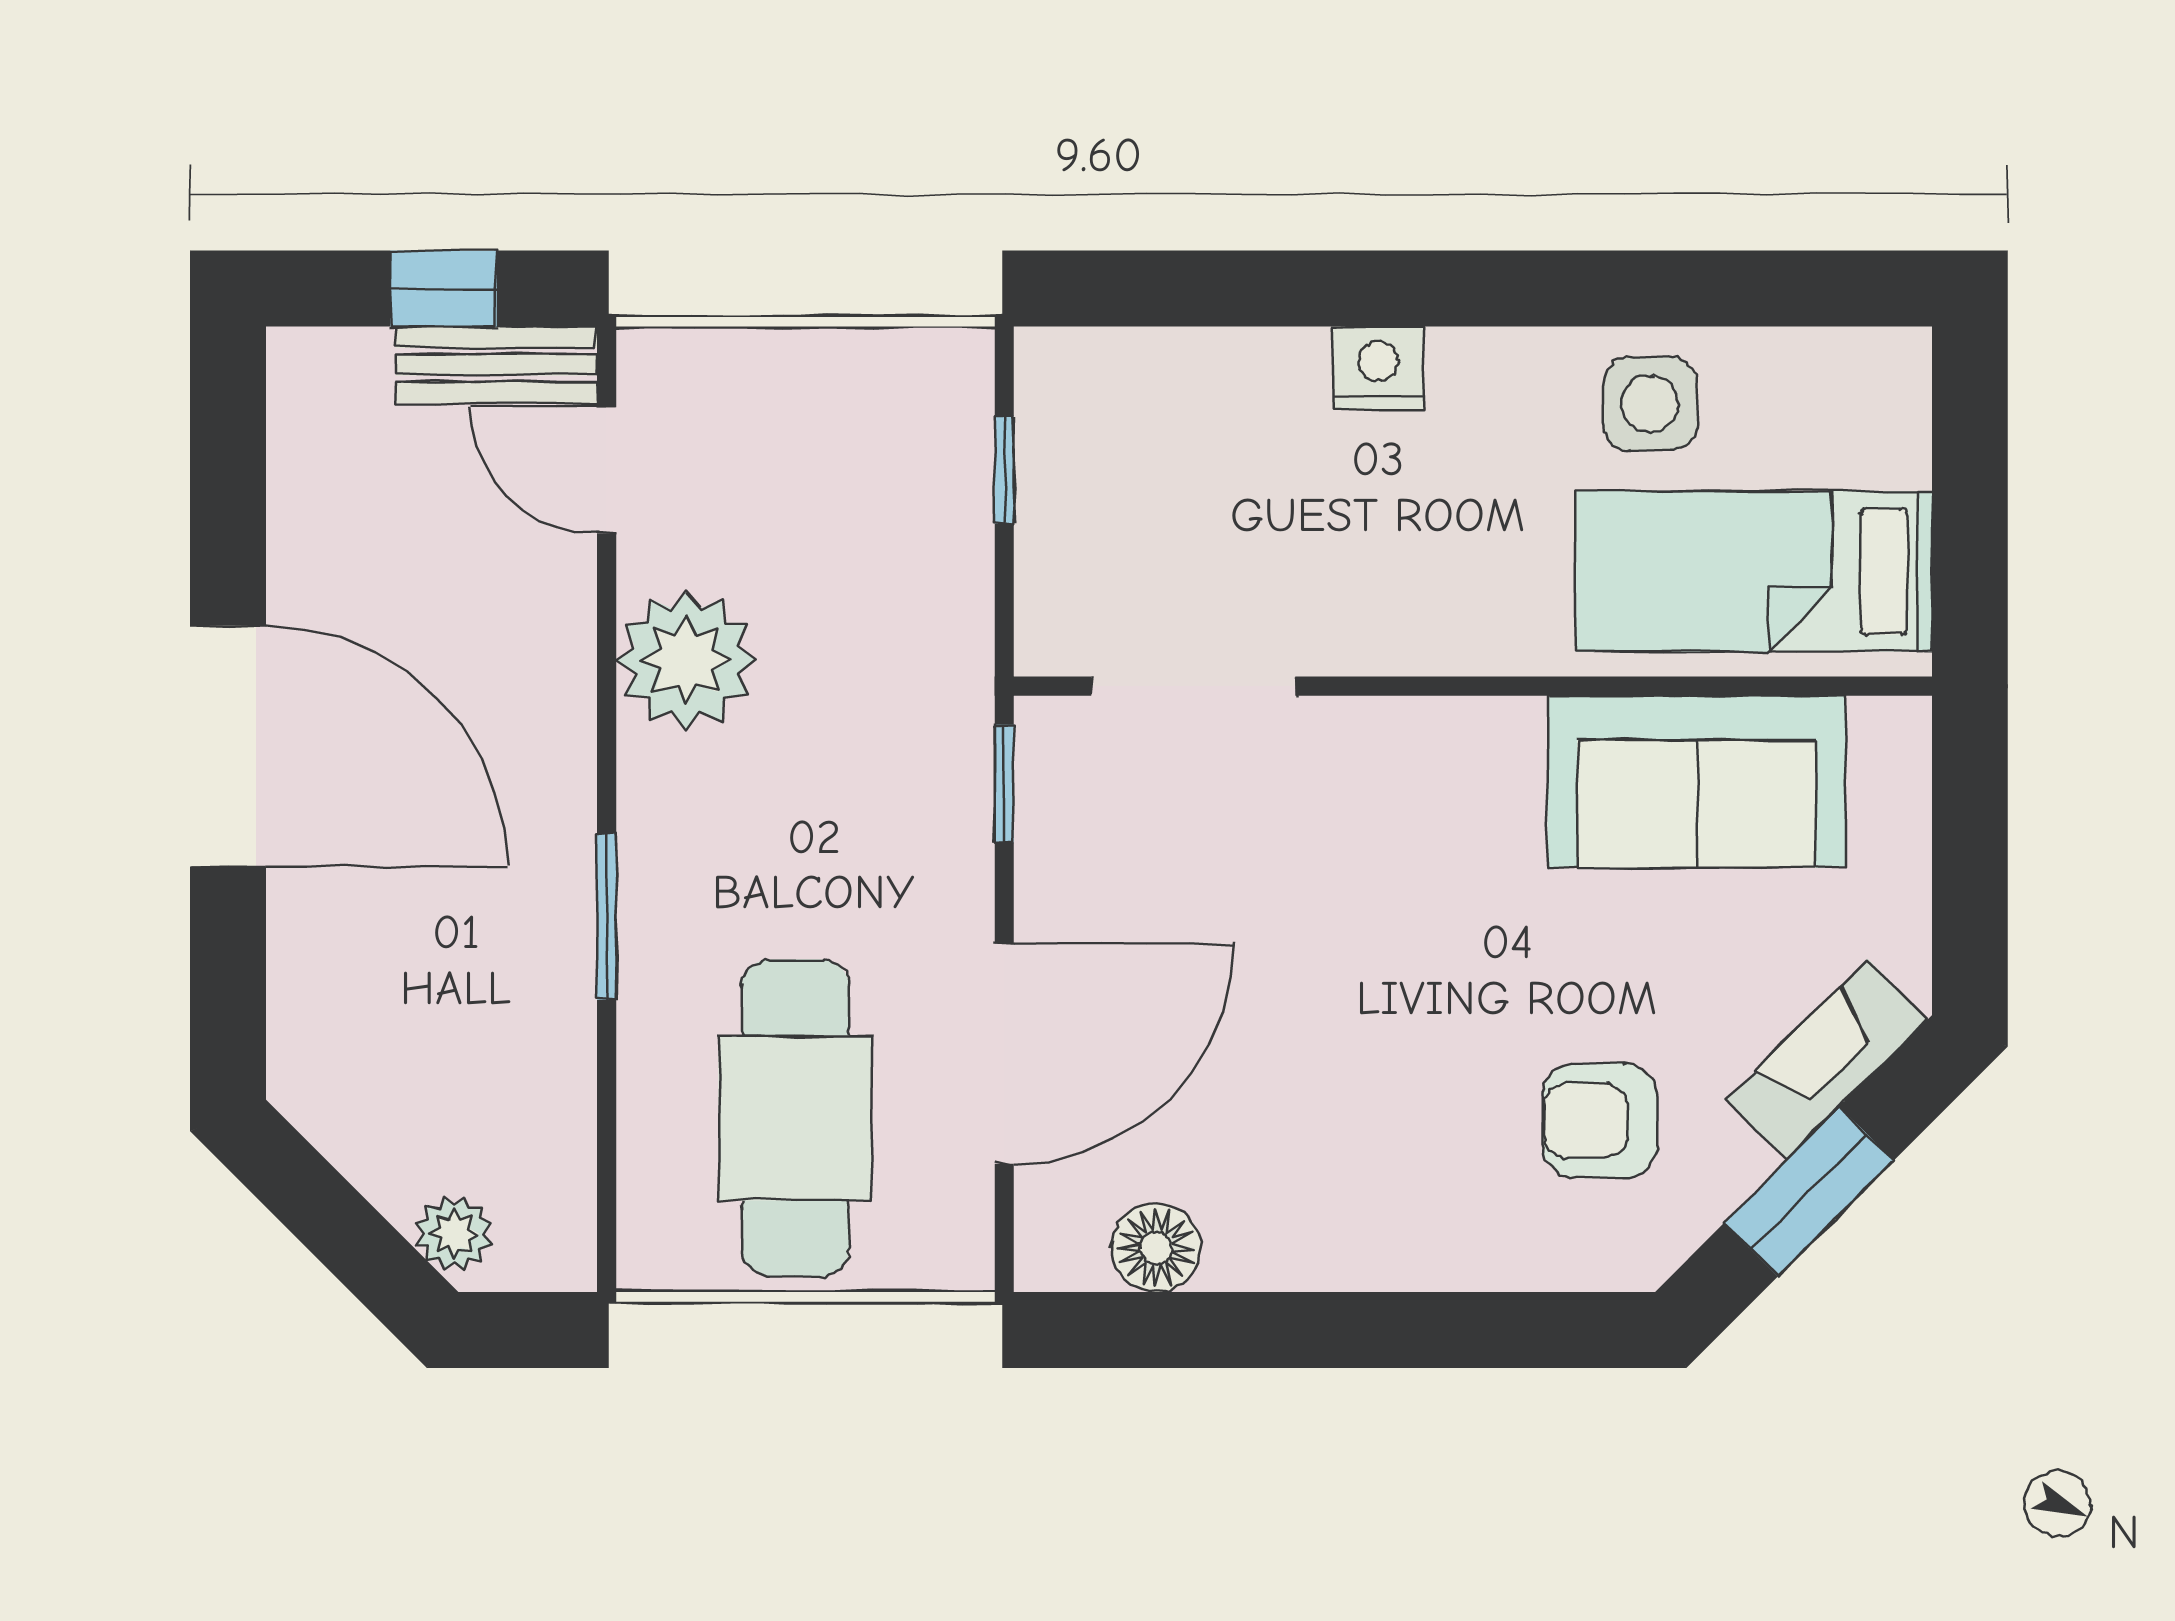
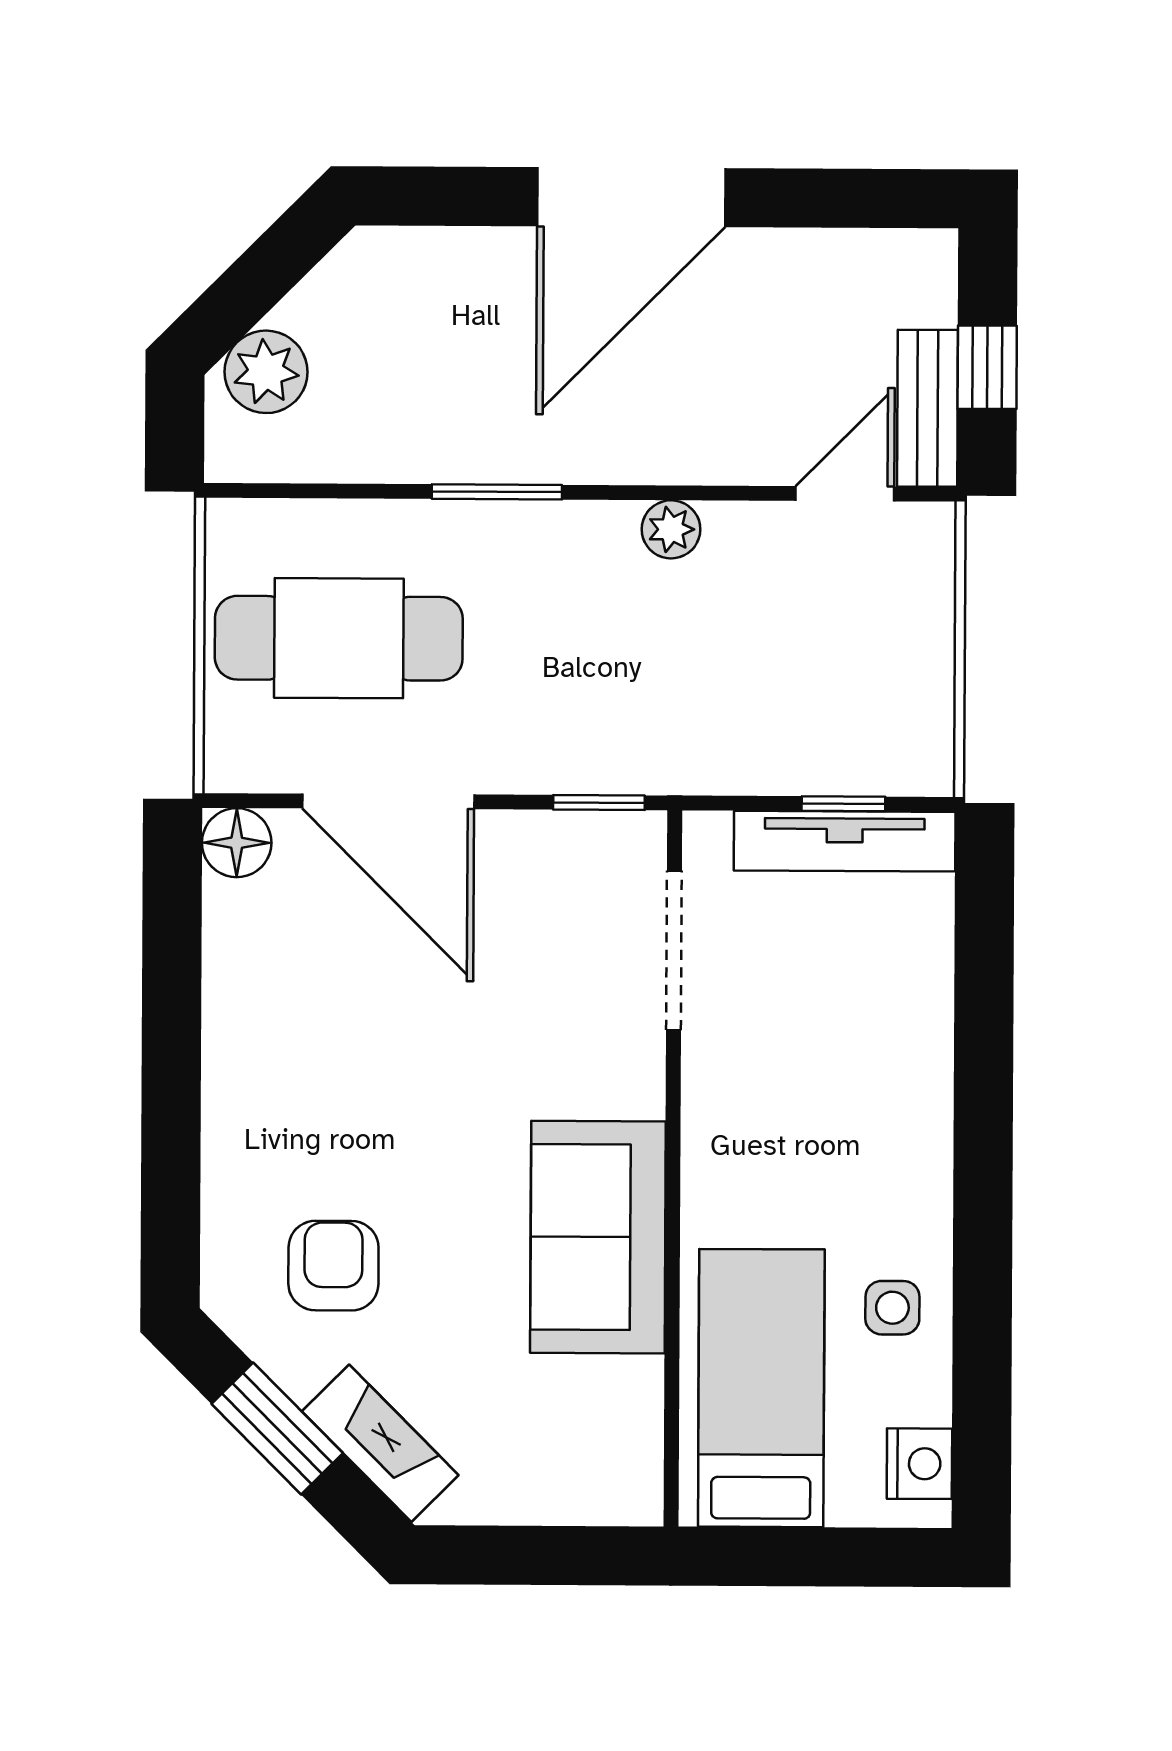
nightstand: (1378, 368) -> (919, 1464), moved
side table: (1650, 404) -> (892, 1308), width x0.73, depth x0.73
tv unit: (1052, 468) -> (845, 841), added
plant: (686, 660) -> (671, 529), width x0.53, depth x0.53
sofa: (1696, 782) -> (598, 1237), moved
plant: (454, 1234) -> (266, 372), width x1.38, depth x1.38
floor lamp: (1156, 1248) -> (237, 843), moved

